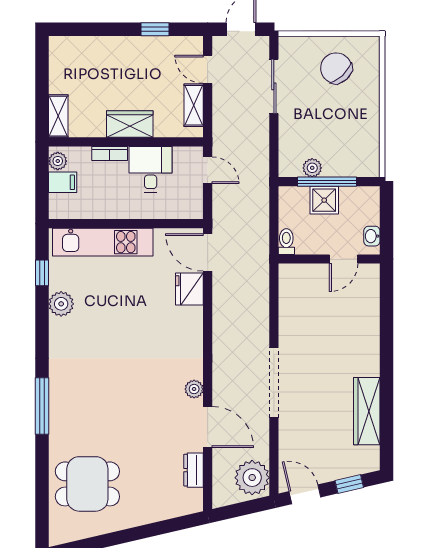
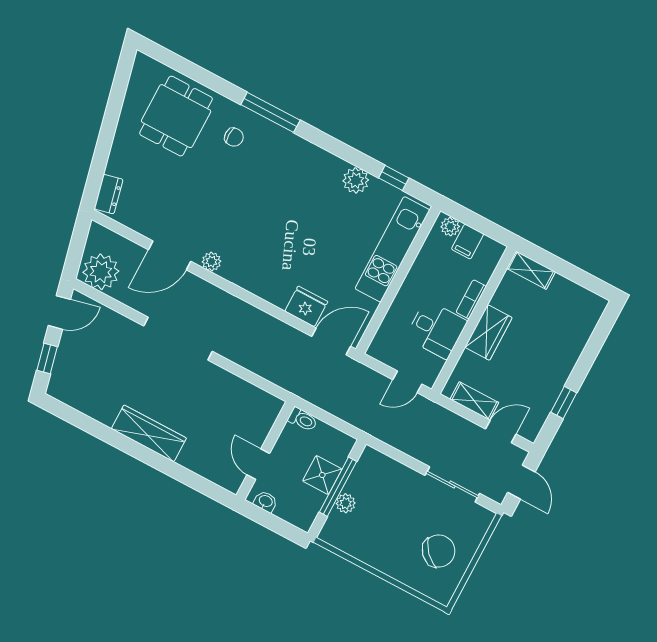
plant: (58, 161) -> (450, 227), moved
plant: (312, 168) -> (346, 503), moved
wardrobe: (367, 411) -> (149, 433), moved
chair: (79, 426) -> (234, 137), added
dresser: (194, 470) -> (109, 194), moved, turned 77

